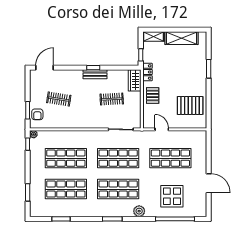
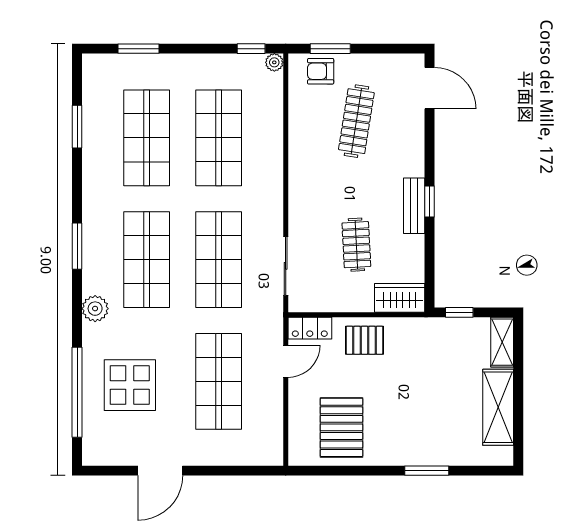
locker: (148, 72) -> (310, 328), moved
clothes rail: (59, 99) -> (356, 121), width x1.36

